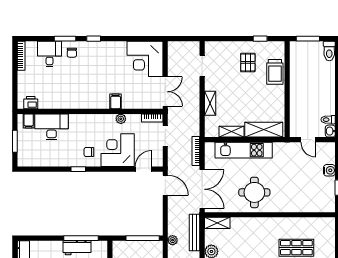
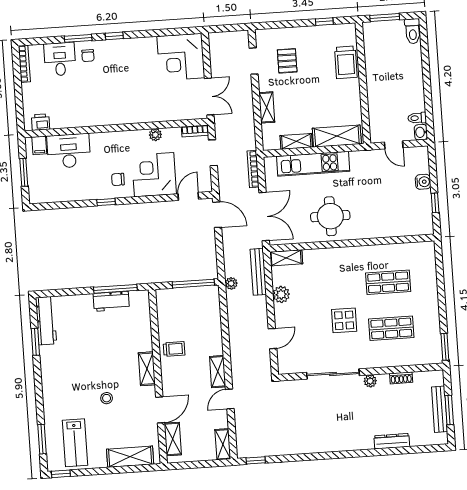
pallet: (248, 62) -> (287, 61), moved
filing cabinet: (116, 101) -> (147, 113), removed

